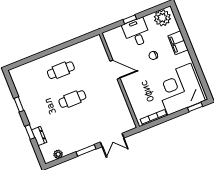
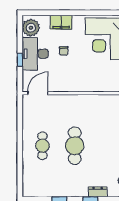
desk: (137, 32) -> (35, 54), width x1.37
door: (115, 70) -> (38, 93), moved
cafe table: (72, 99) -> (75, 146), width x1.37, depth x1.35

